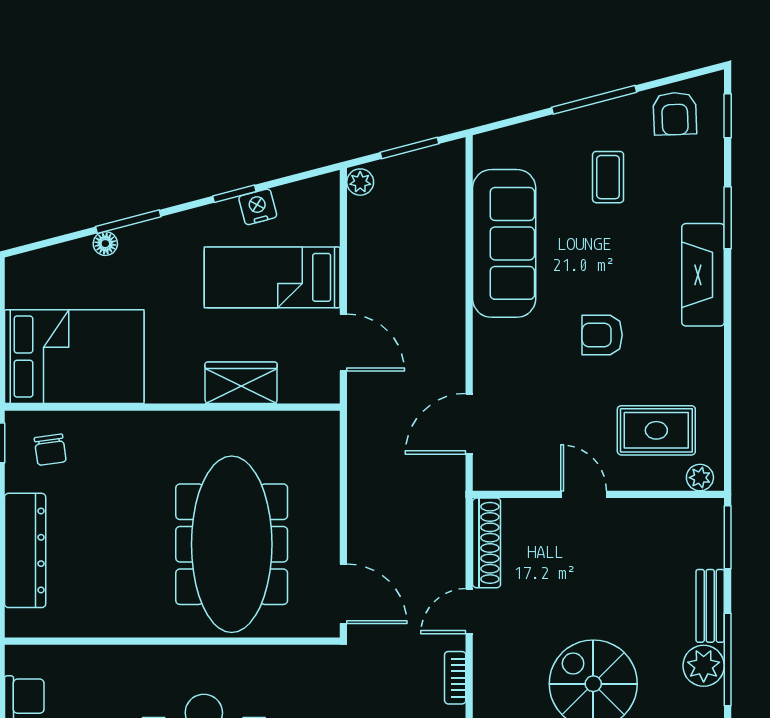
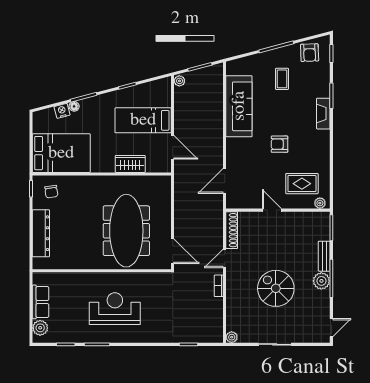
nightstand: (258, 207) -> (62, 111), moved
fireplace: (703, 275) -> (323, 114), width x0.73, depth x0.76

